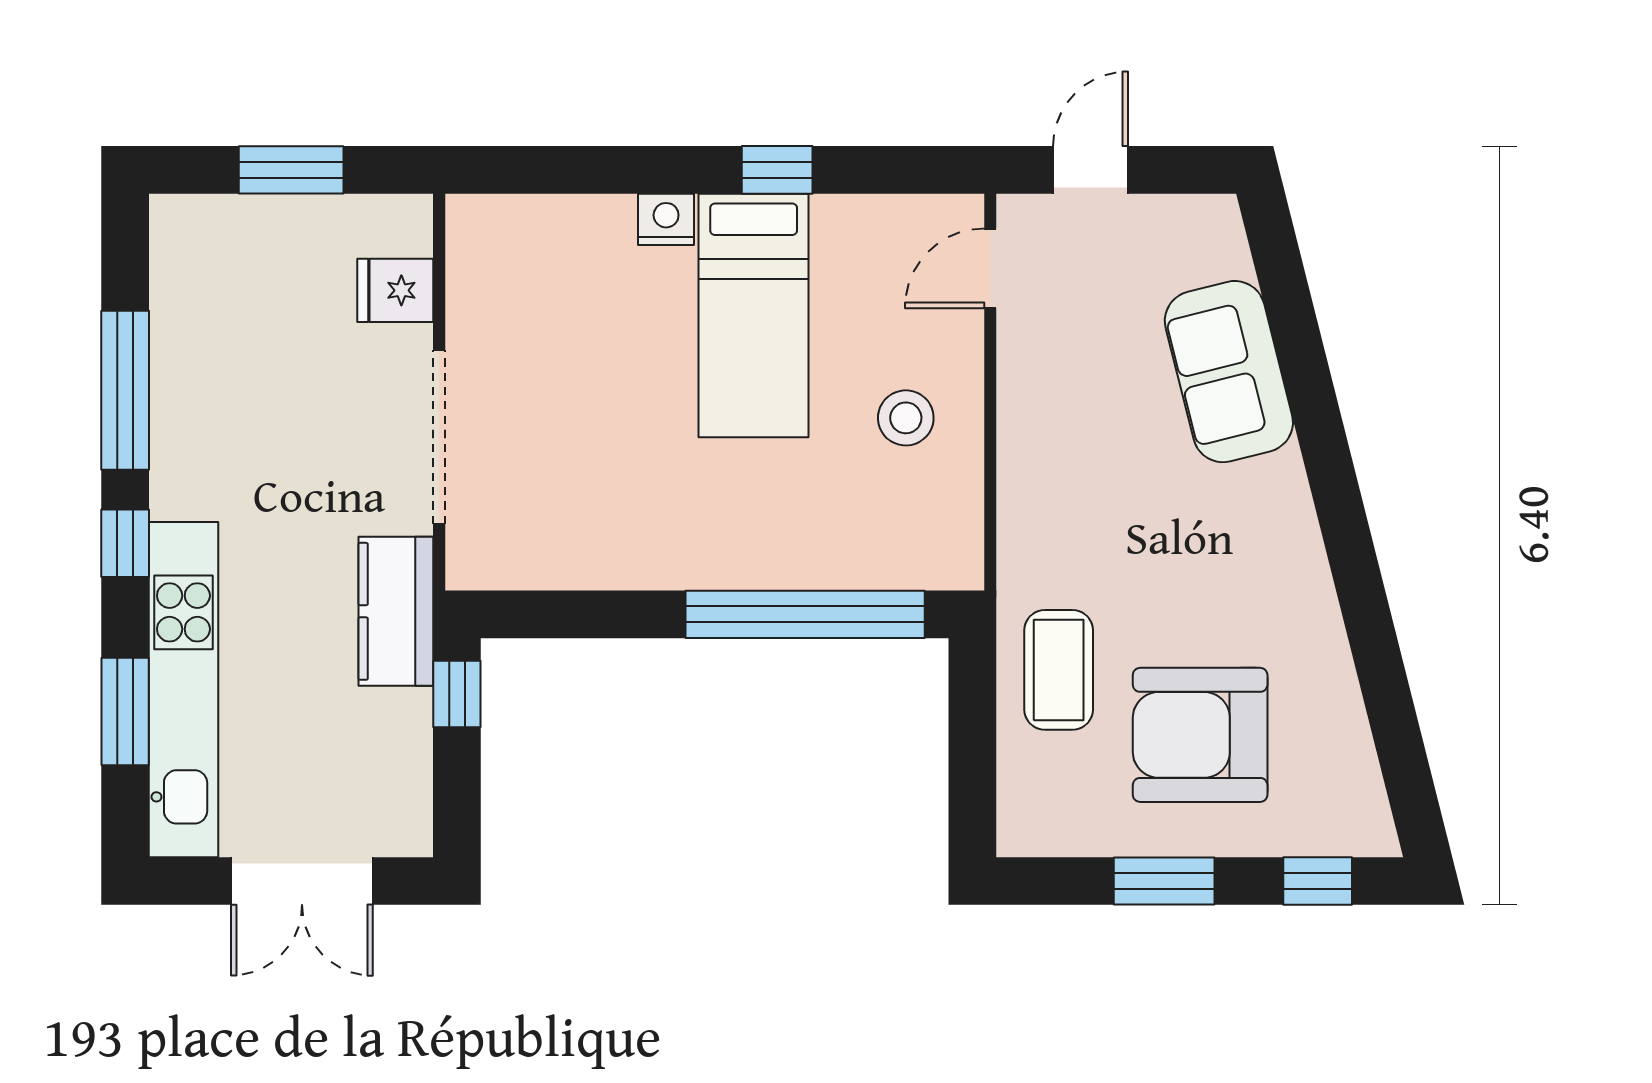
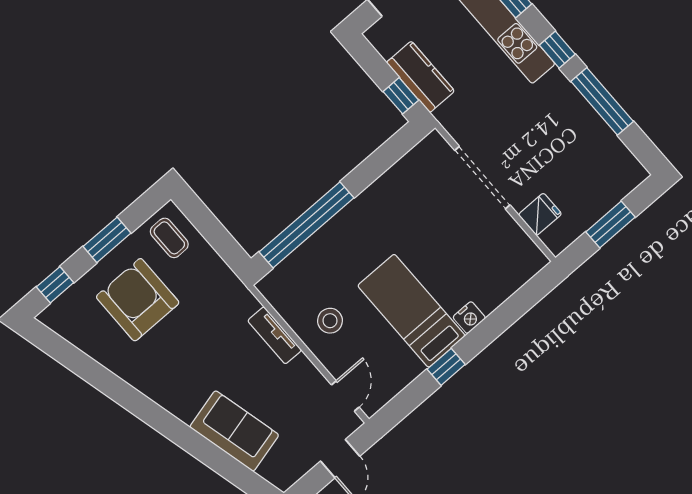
tv unit: (1021, 474) -> (275, 335), added
kitchen counter: (396, 611) -> (420, 77), moved
coffee table: (1059, 670) -> (169, 238), moved, width x0.73, depth x0.77
armchair: (1200, 735) -> (138, 300), turned -90

